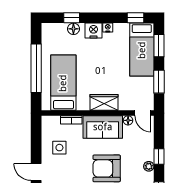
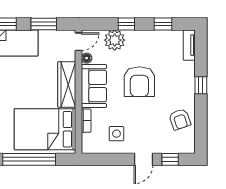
bed: (63, 83) -> (45, 129), width x1.50
wardrobe: (104, 102) -> (67, 85), width x1.50
plant: (149, 166) -> (115, 40), moved, width x1.87, depth x1.87

